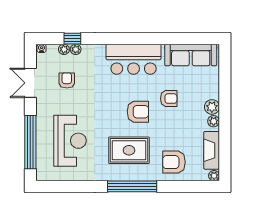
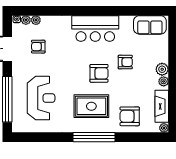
window: (72, 39) -> (43, 11), removed
plant: (76, 49) -> (26, 20), moved
sofa: (191, 55) -> (150, 25), width x0.73
armchair: (67, 80) -> (38, 47), turned -90

